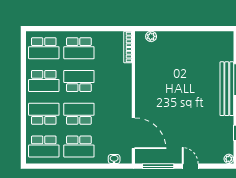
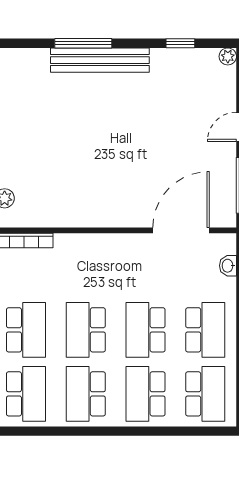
school desk: (44, 81) -> (86, 394), turned 180

